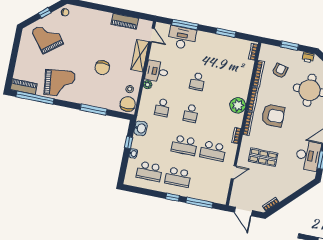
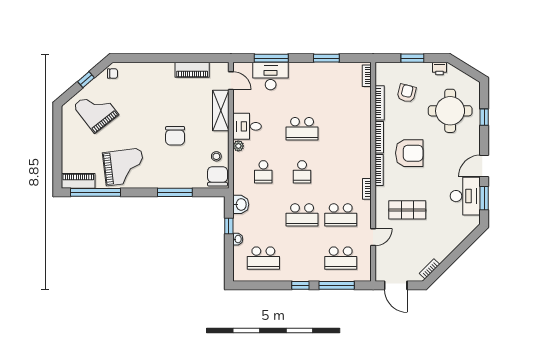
school desk: (197, 81) -> (302, 129), width x1.85
plant: (238, 105) -> (361, 149), removed
school desk: (178, 177) -> (341, 258), moved

